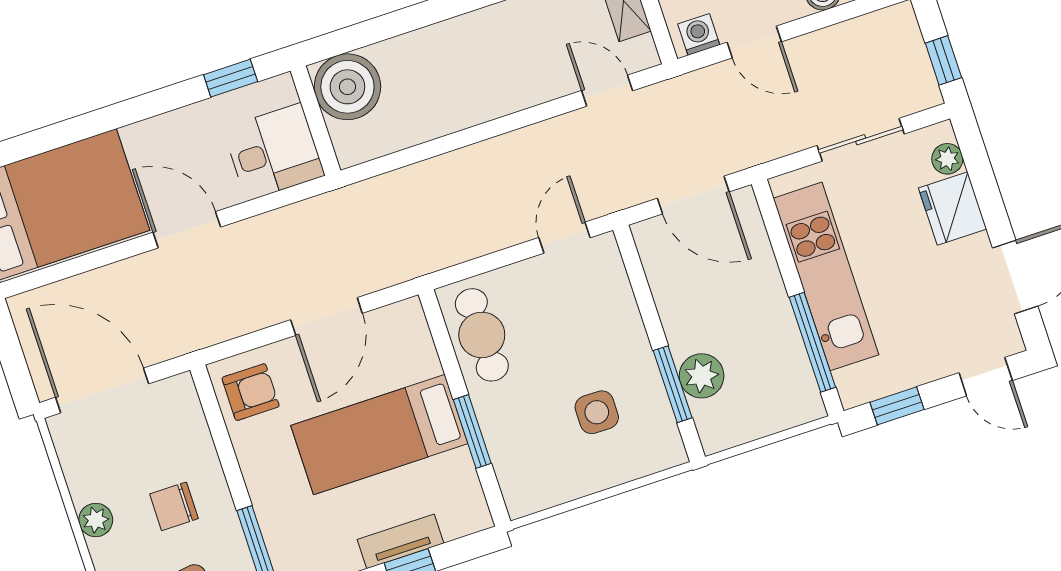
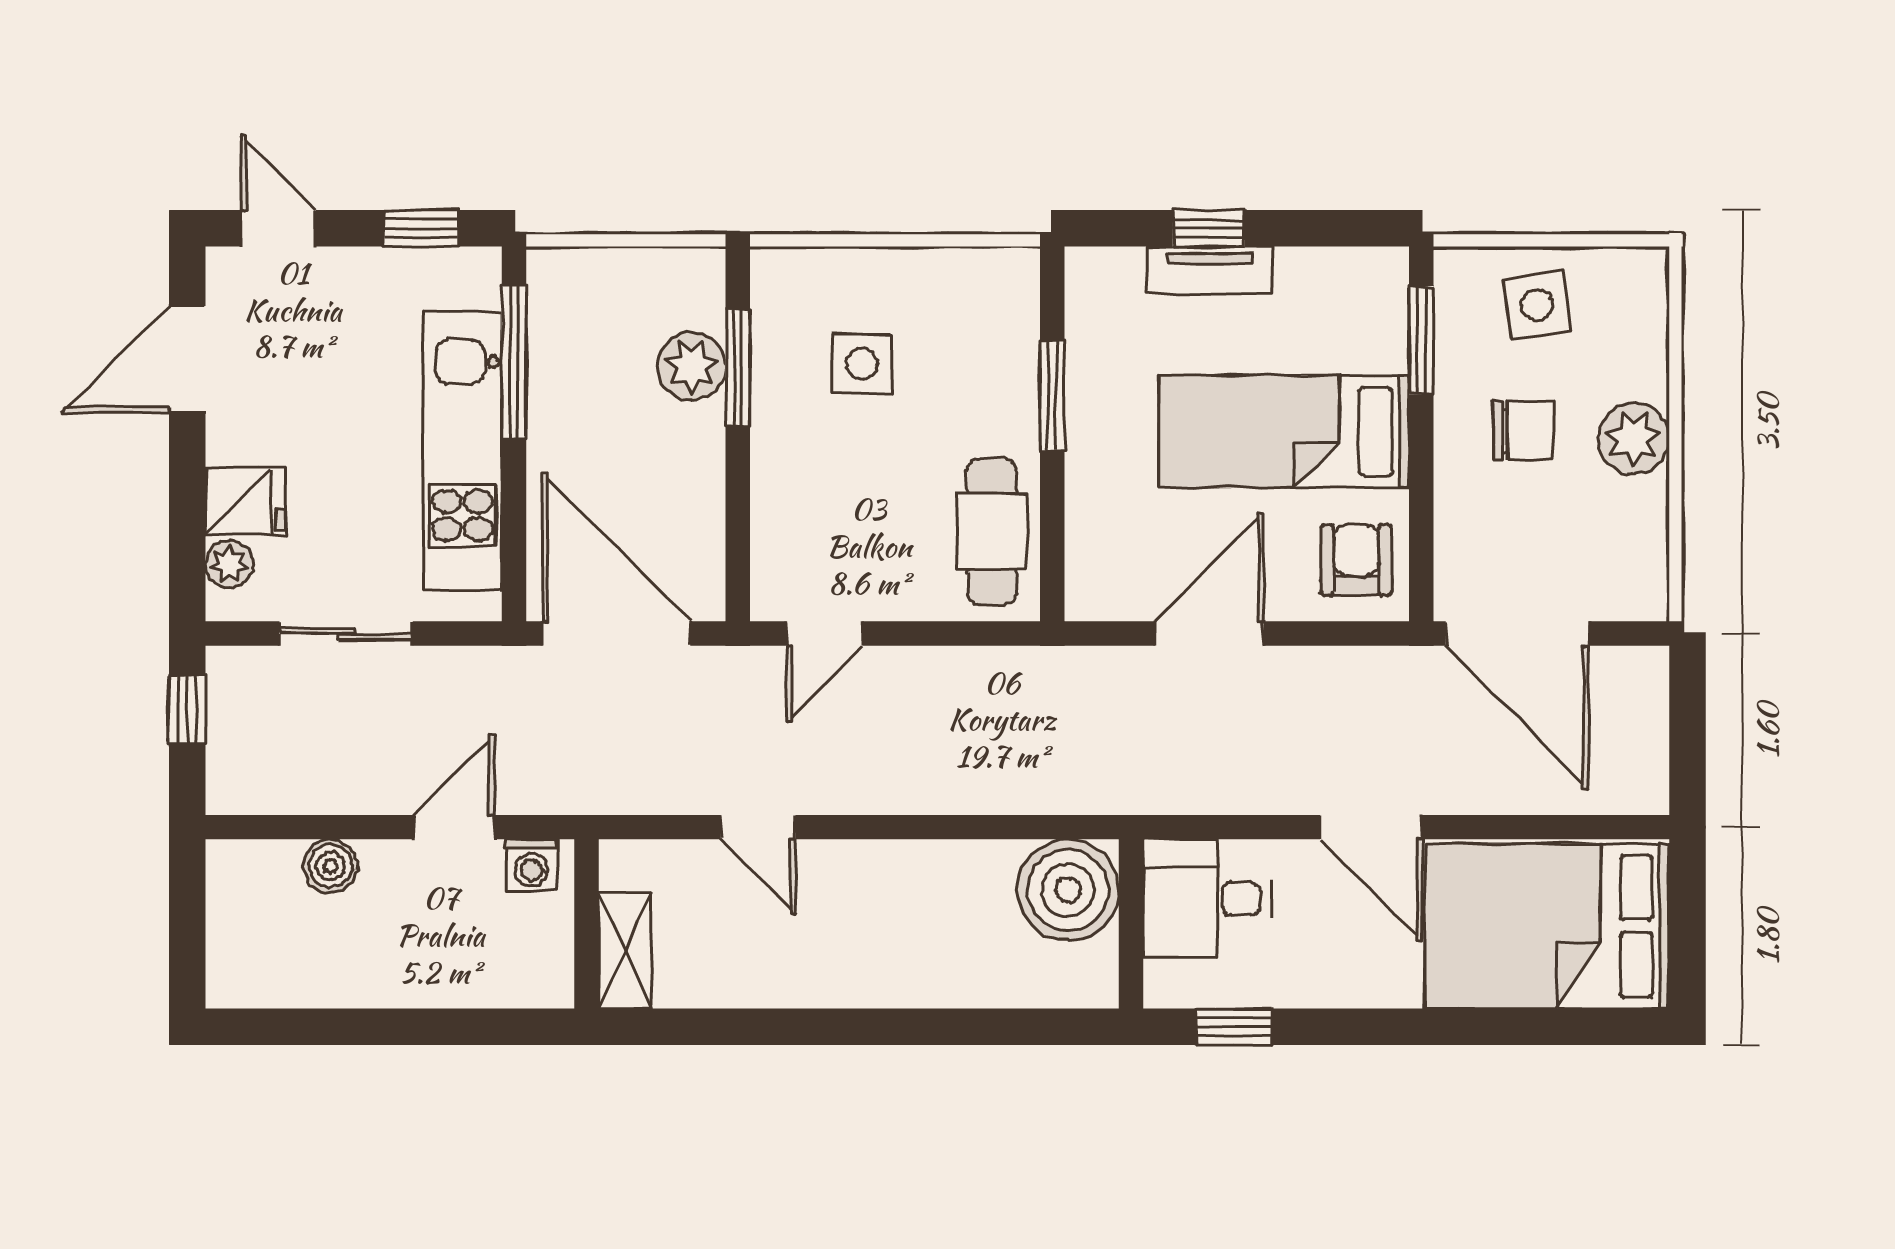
door: (754, 42) -> (454, 827), hinge flipped
boiler: (347, 87) -> (1068, 890), moved
door: (607, 91) -> (758, 827), moved
door: (693, 195) -> (617, 634), width x1.36
fridge: (953, 208) -> (245, 502), width x0.72
door: (102, 391) -> (1517, 634), moved
armchair: (251, 392) -> (1356, 560), turned 90
bed: (379, 435) -> (1284, 431), moved, turned 180
plant: (96, 520) -> (1634, 438), width x1.38, depth x1.38

